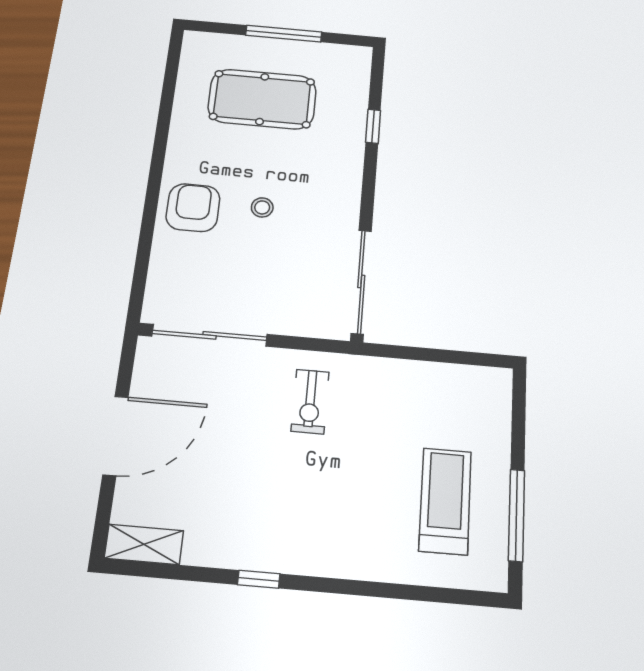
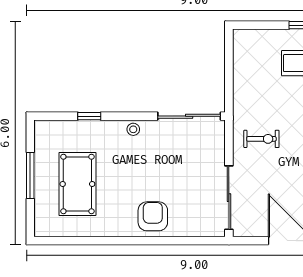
stool: (262, 207) -> (133, 129), moved
armchair: (193, 208) -> (153, 216), turned 90

